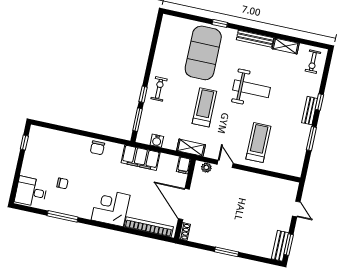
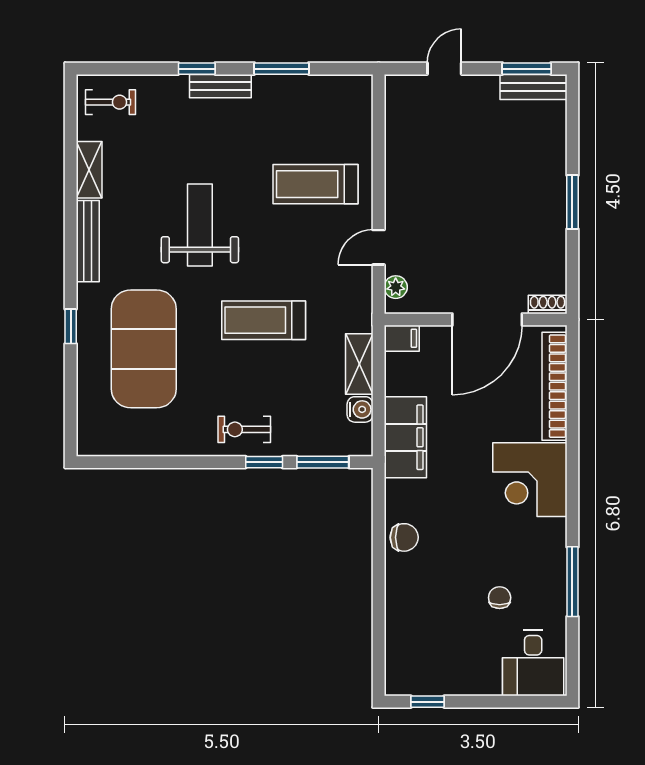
exercise mat: (203, 53) -> (144, 349), turned 90
shelving: (191, 148) -> (359, 364), moved

